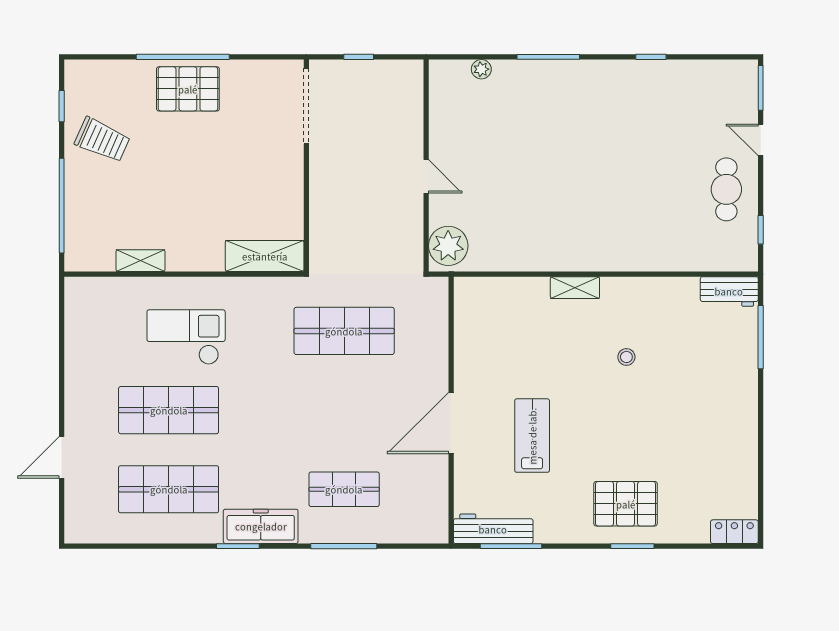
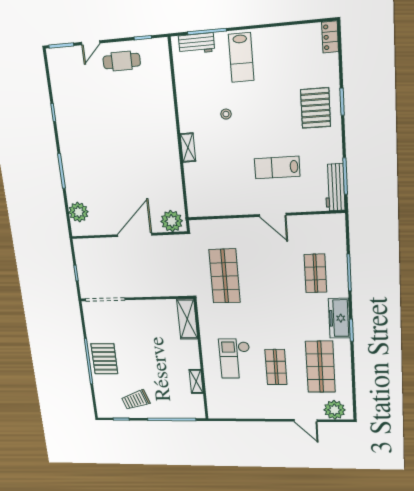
plant: (481, 69) -> (78, 212), width x1.88, depth x1.88
trolley: (102, 140) -> (136, 400), turned -133
door: (426, 176) -> (135, 235), width x1.87
workbench: (729, 291) -> (197, 44), moved, turned 90
lab bench: (715, 389) -> (241, 57), added
shop shelf: (169, 410) -> (276, 367), width x0.70, depth x0.74
door: (451, 423) -> (273, 215), width x0.73
plant: (83, 510) -> (334, 410), added

